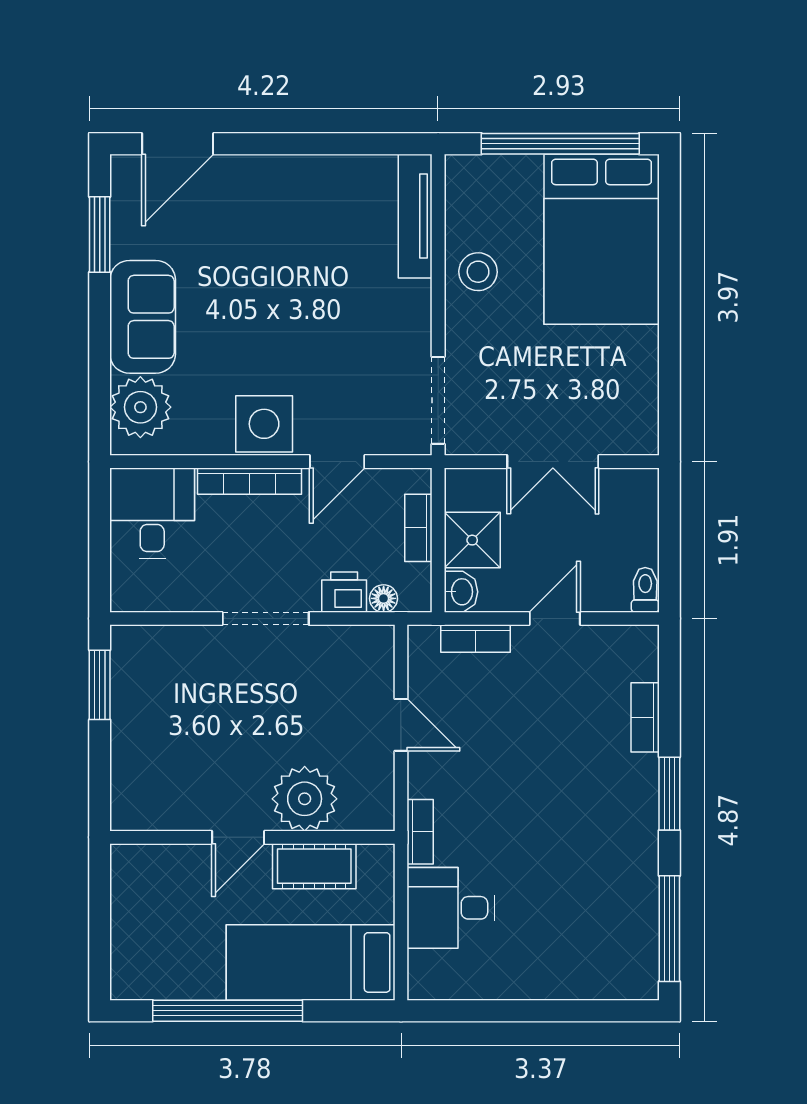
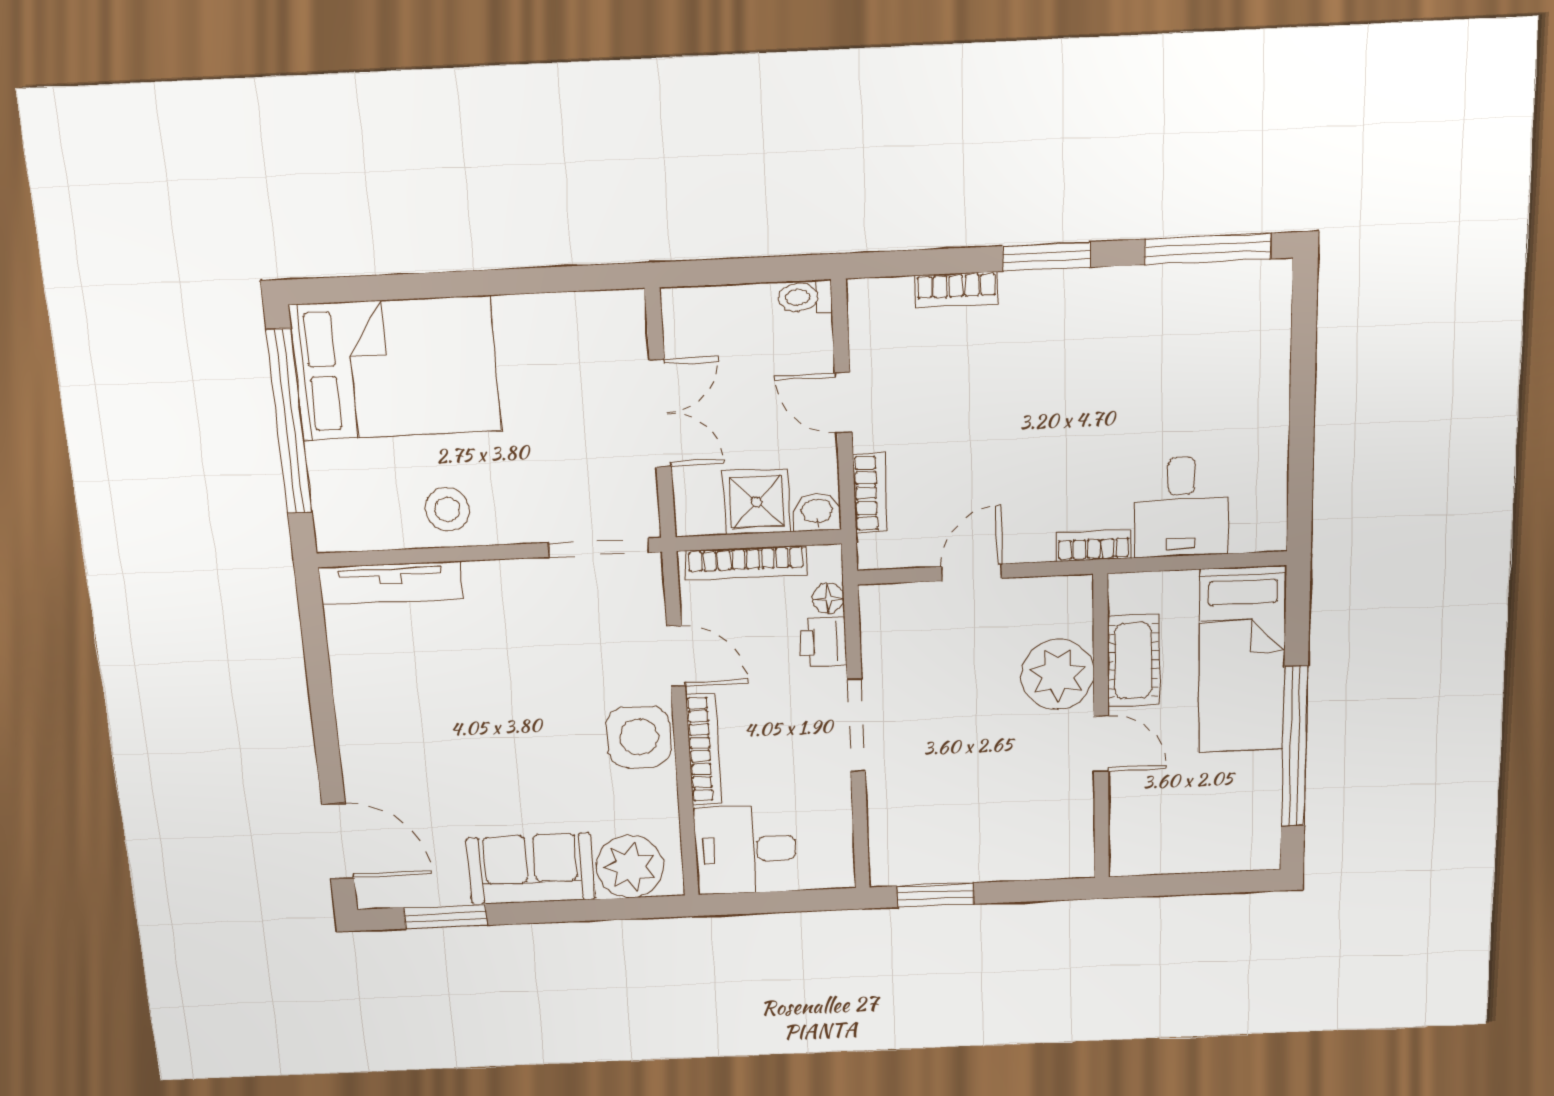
bookcase: (418, 528) -> (746, 563), width x1.56

